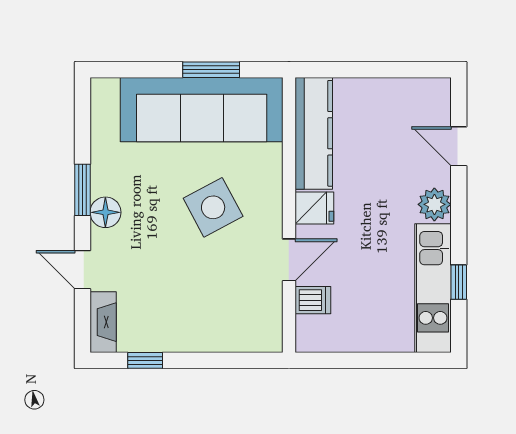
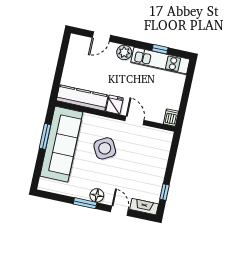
door: (82, 270) -> (119, 211), swing flipped
dishwasher: (313, 300) -> (171, 118), moved

